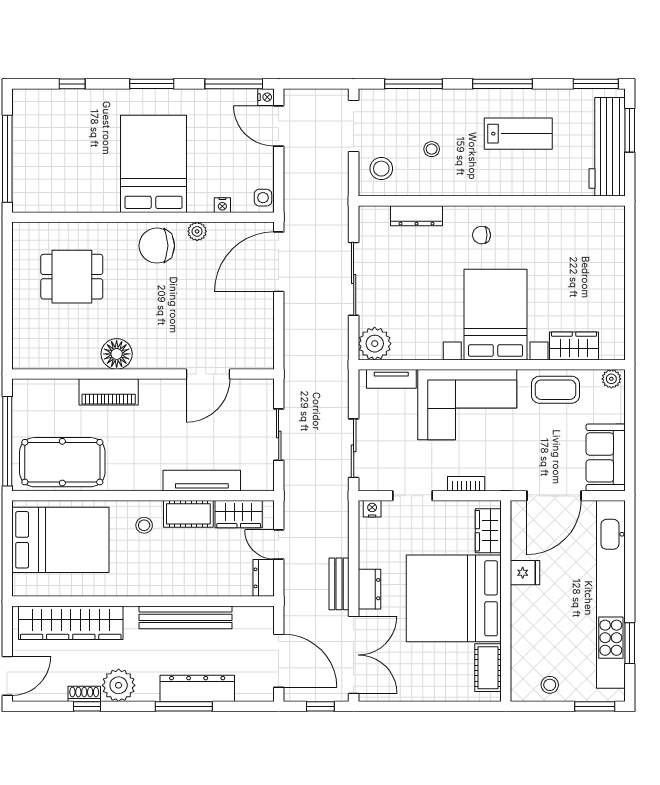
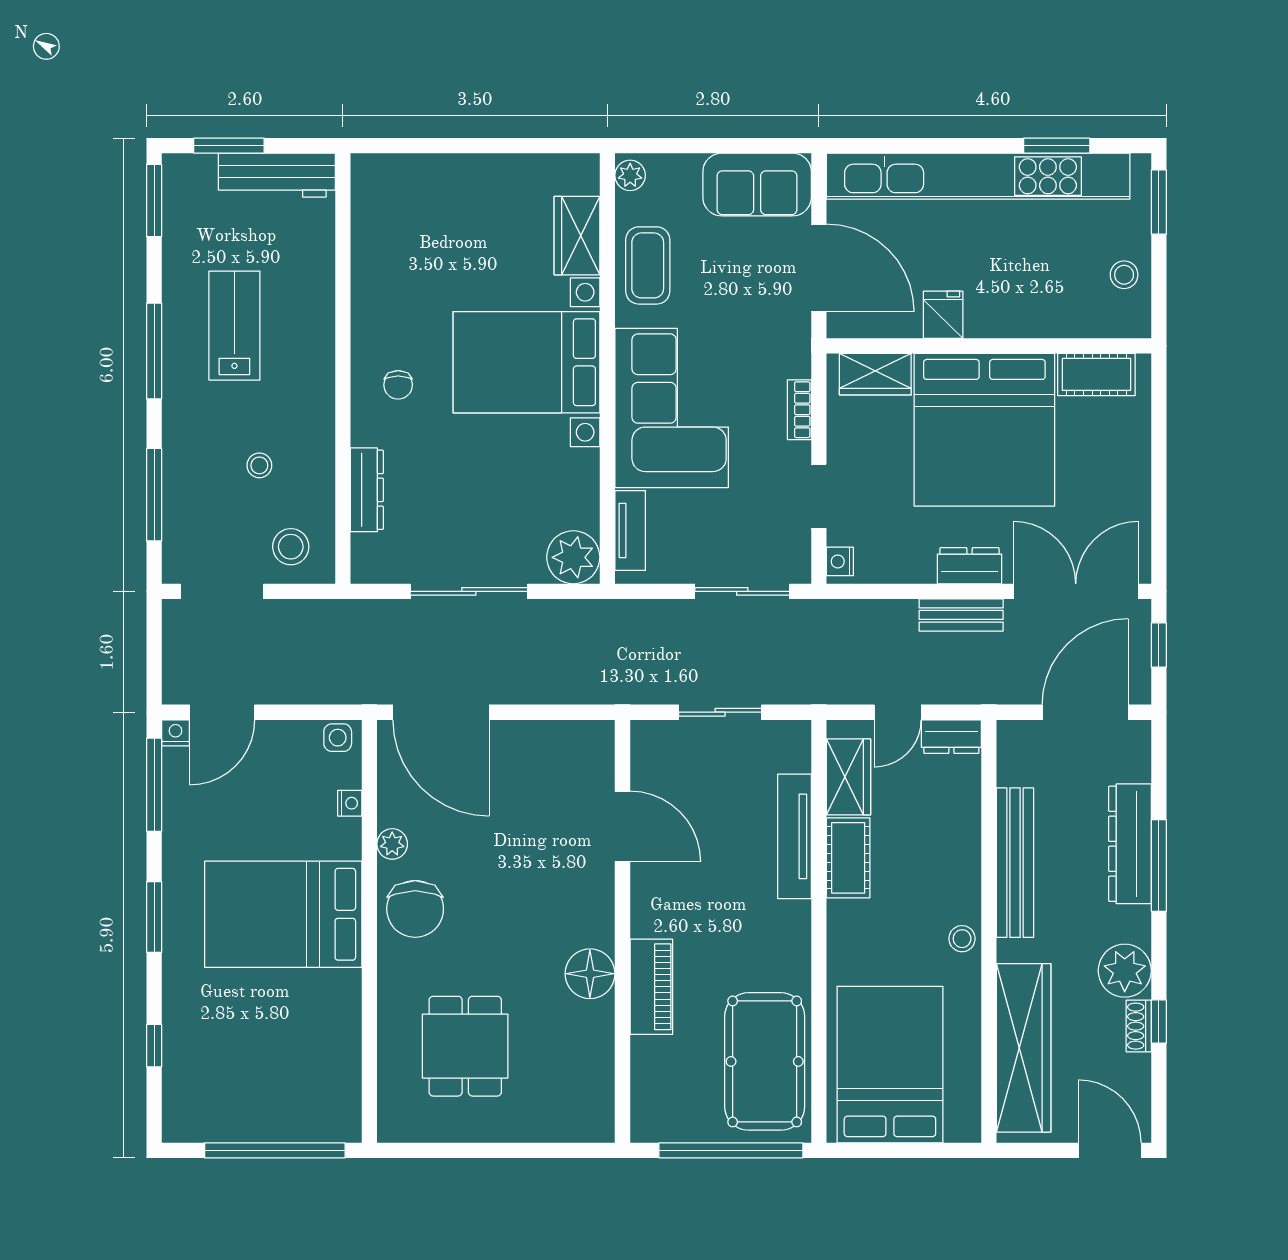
workbench: (607, 147) -> (277, 175), width x0.73, depth x0.76
stool: (144, 525) -> (962, 939), moved

